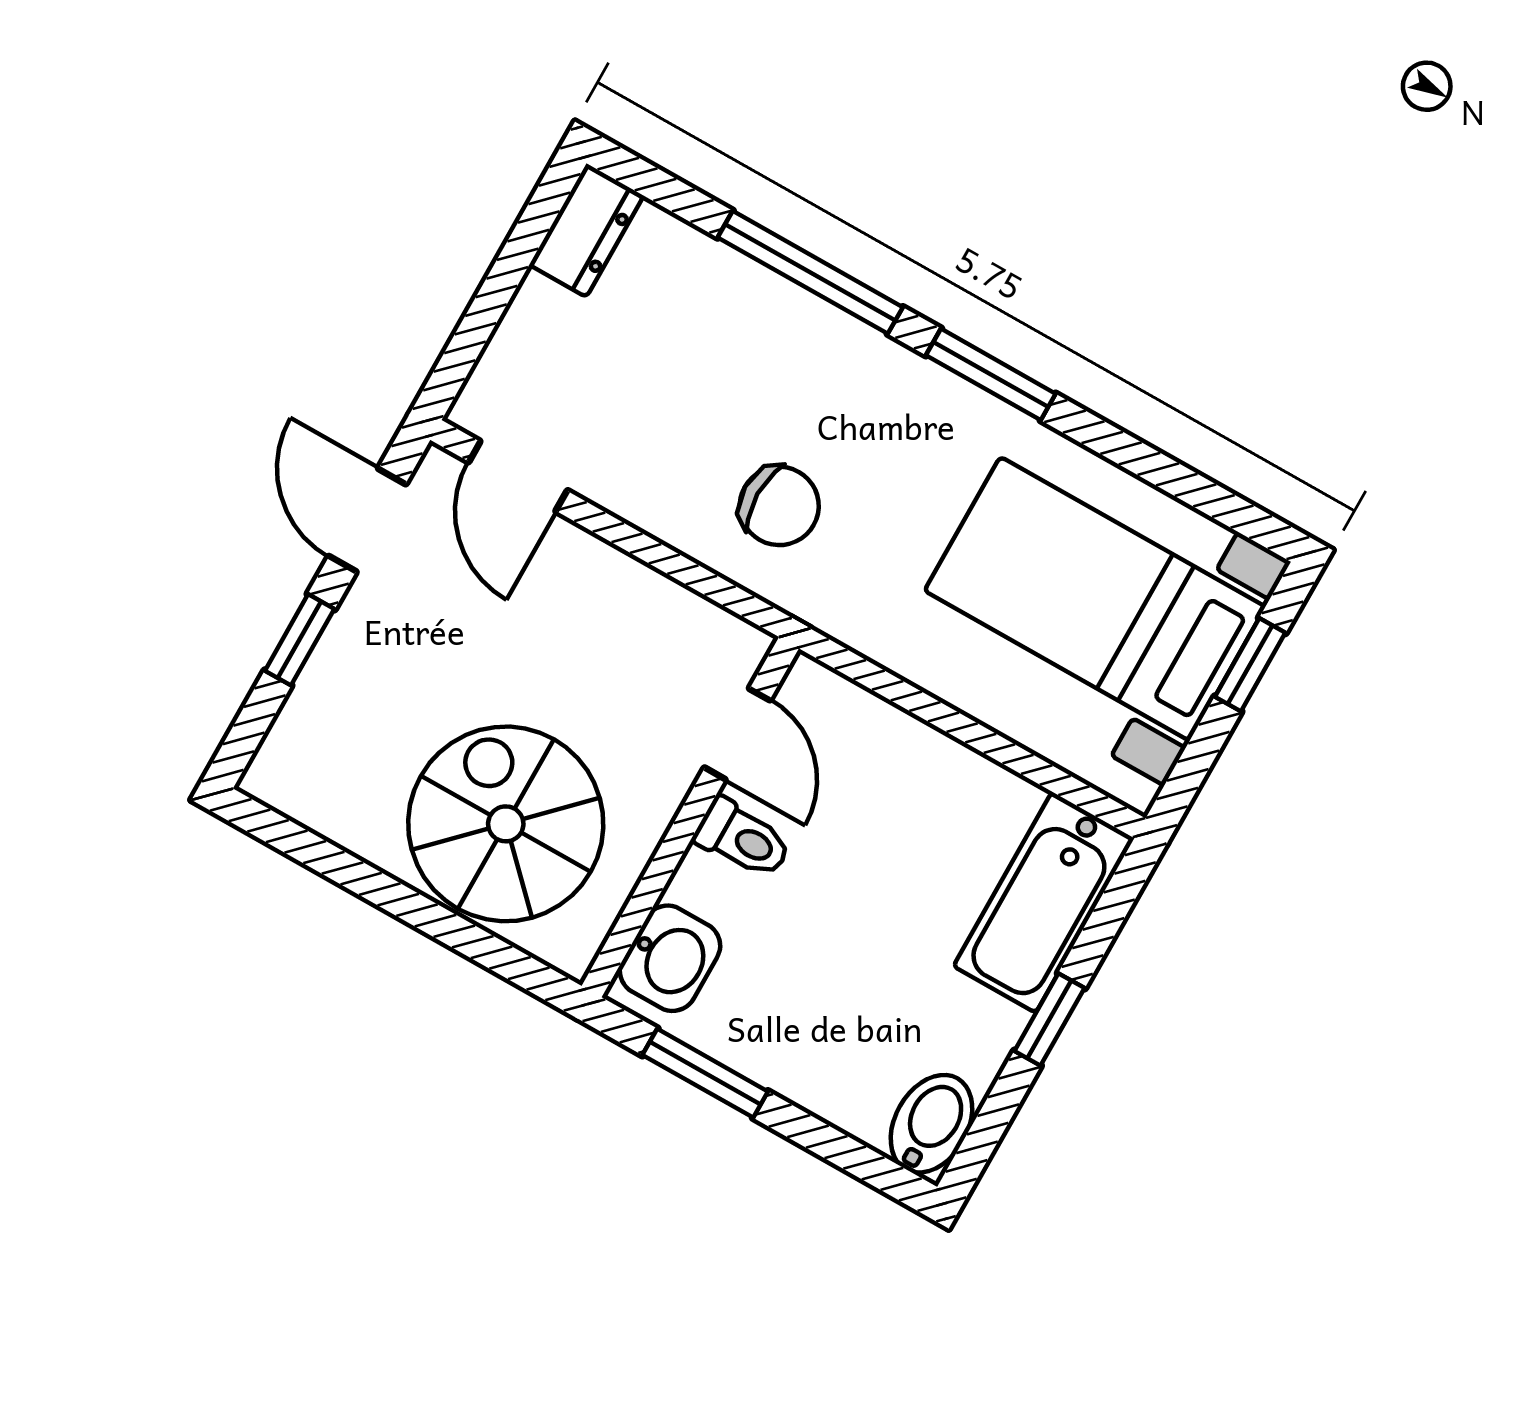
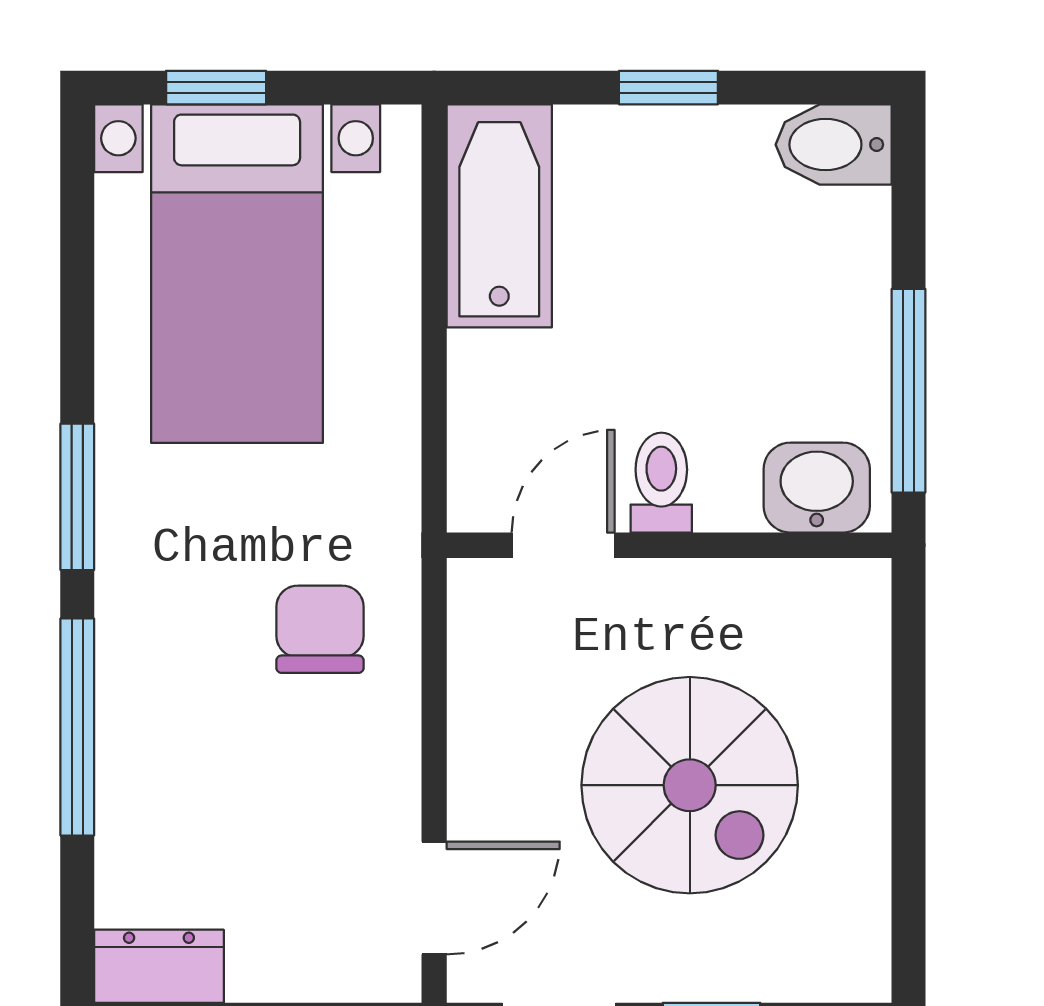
spiral stairs: (506, 824) -> (690, 785), moved, turned -90
bathtub: (1044, 902) -> (499, 216), moved, turned -90
window: (705, 1073) -> (908, 391), width x1.44

